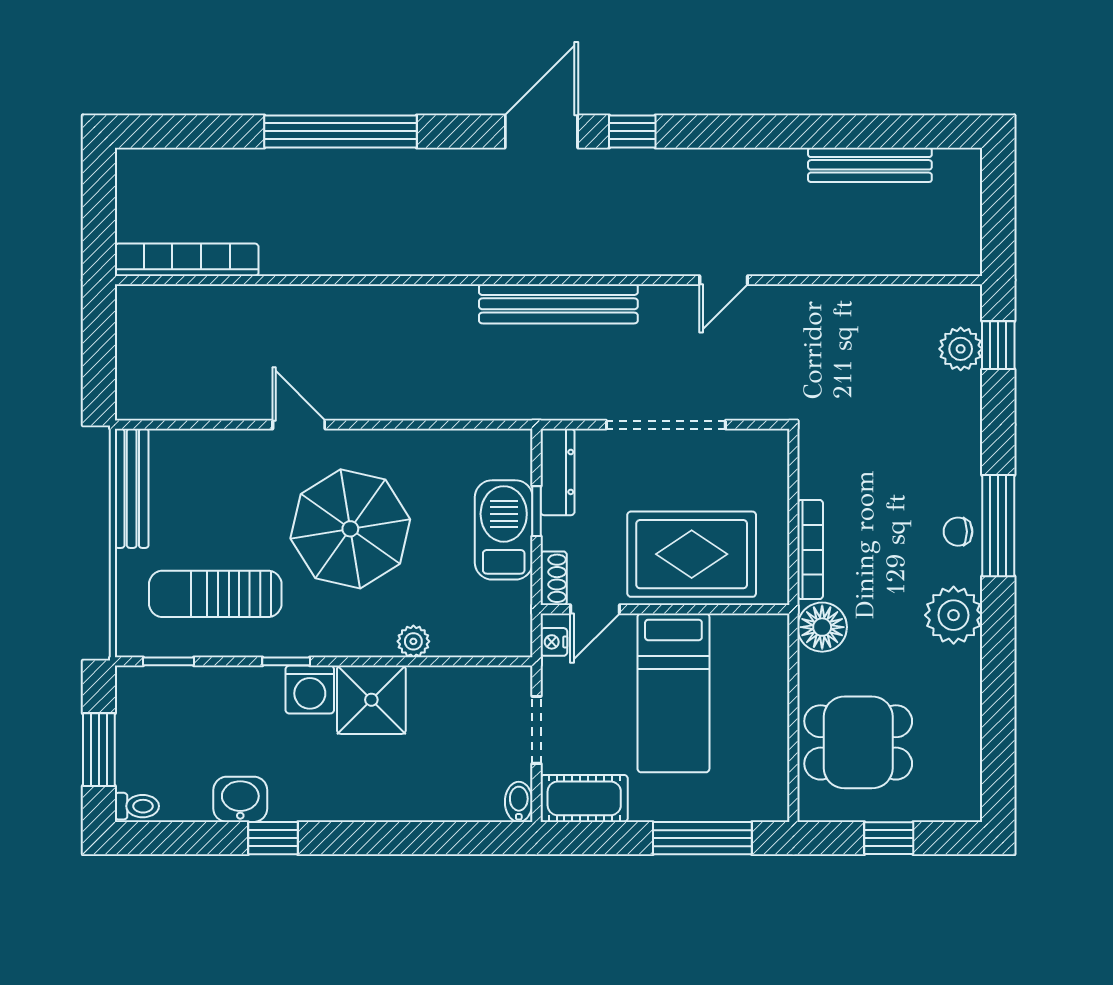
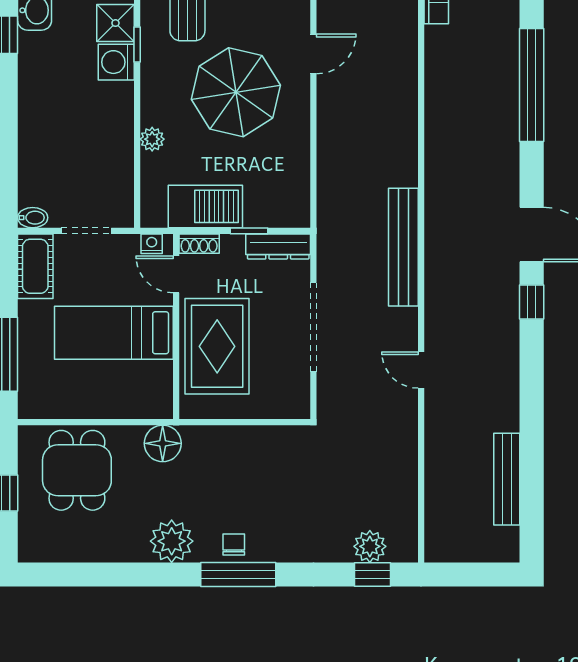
barbecue: (504, 530) -> (205, 206), moved
bookcase: (810, 550) -> (220, 435), removed
shower: (371, 700) -> (115, 23), moved, width x0.73, depth x0.73

